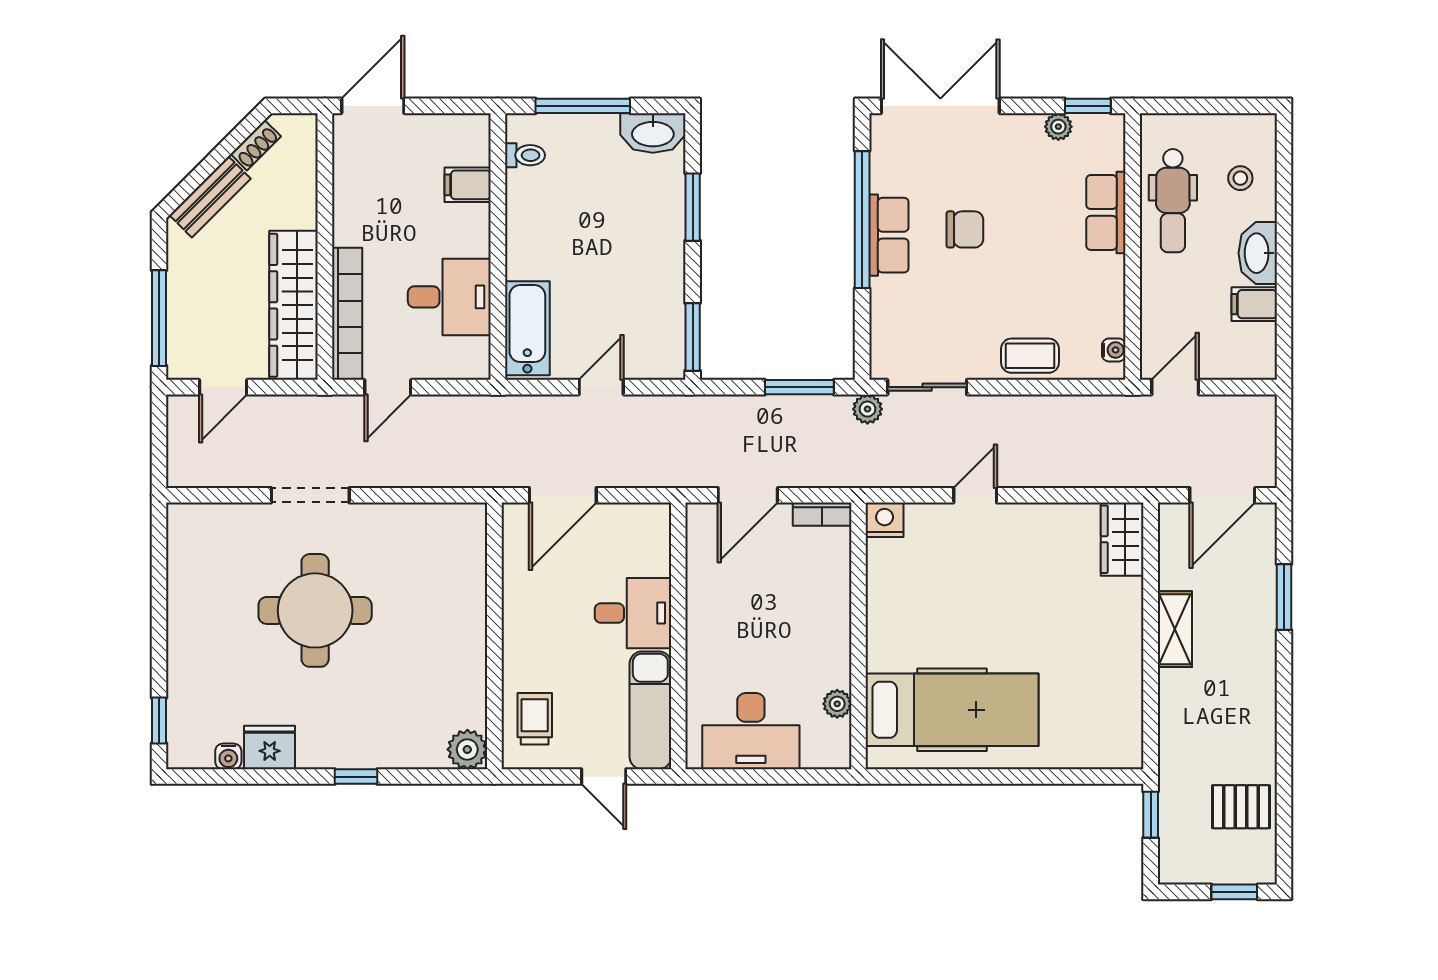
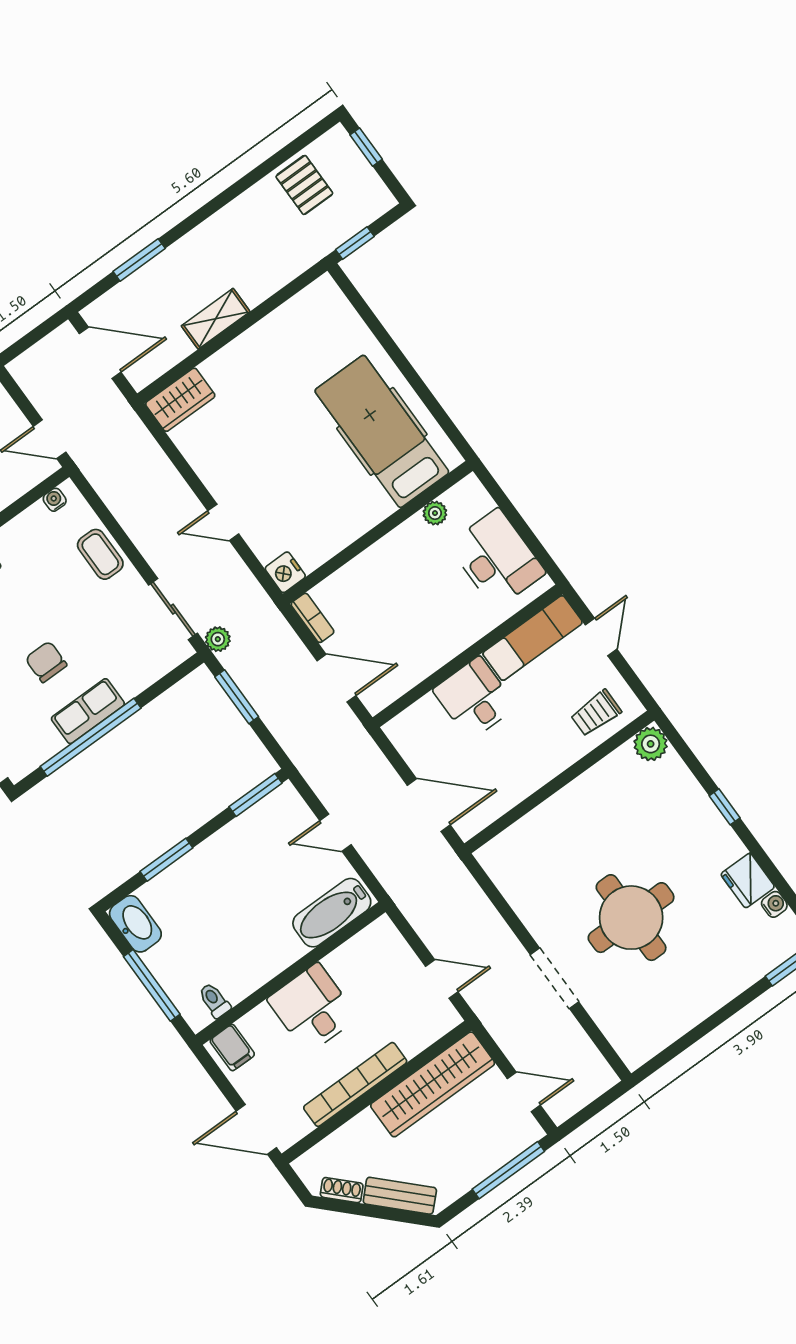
filing cabinet: (468, 185) -> (232, 1048), moved
desk: (449, 297) -> (313, 1008), moved
bookcase: (347, 314) -> (355, 1085), moved

